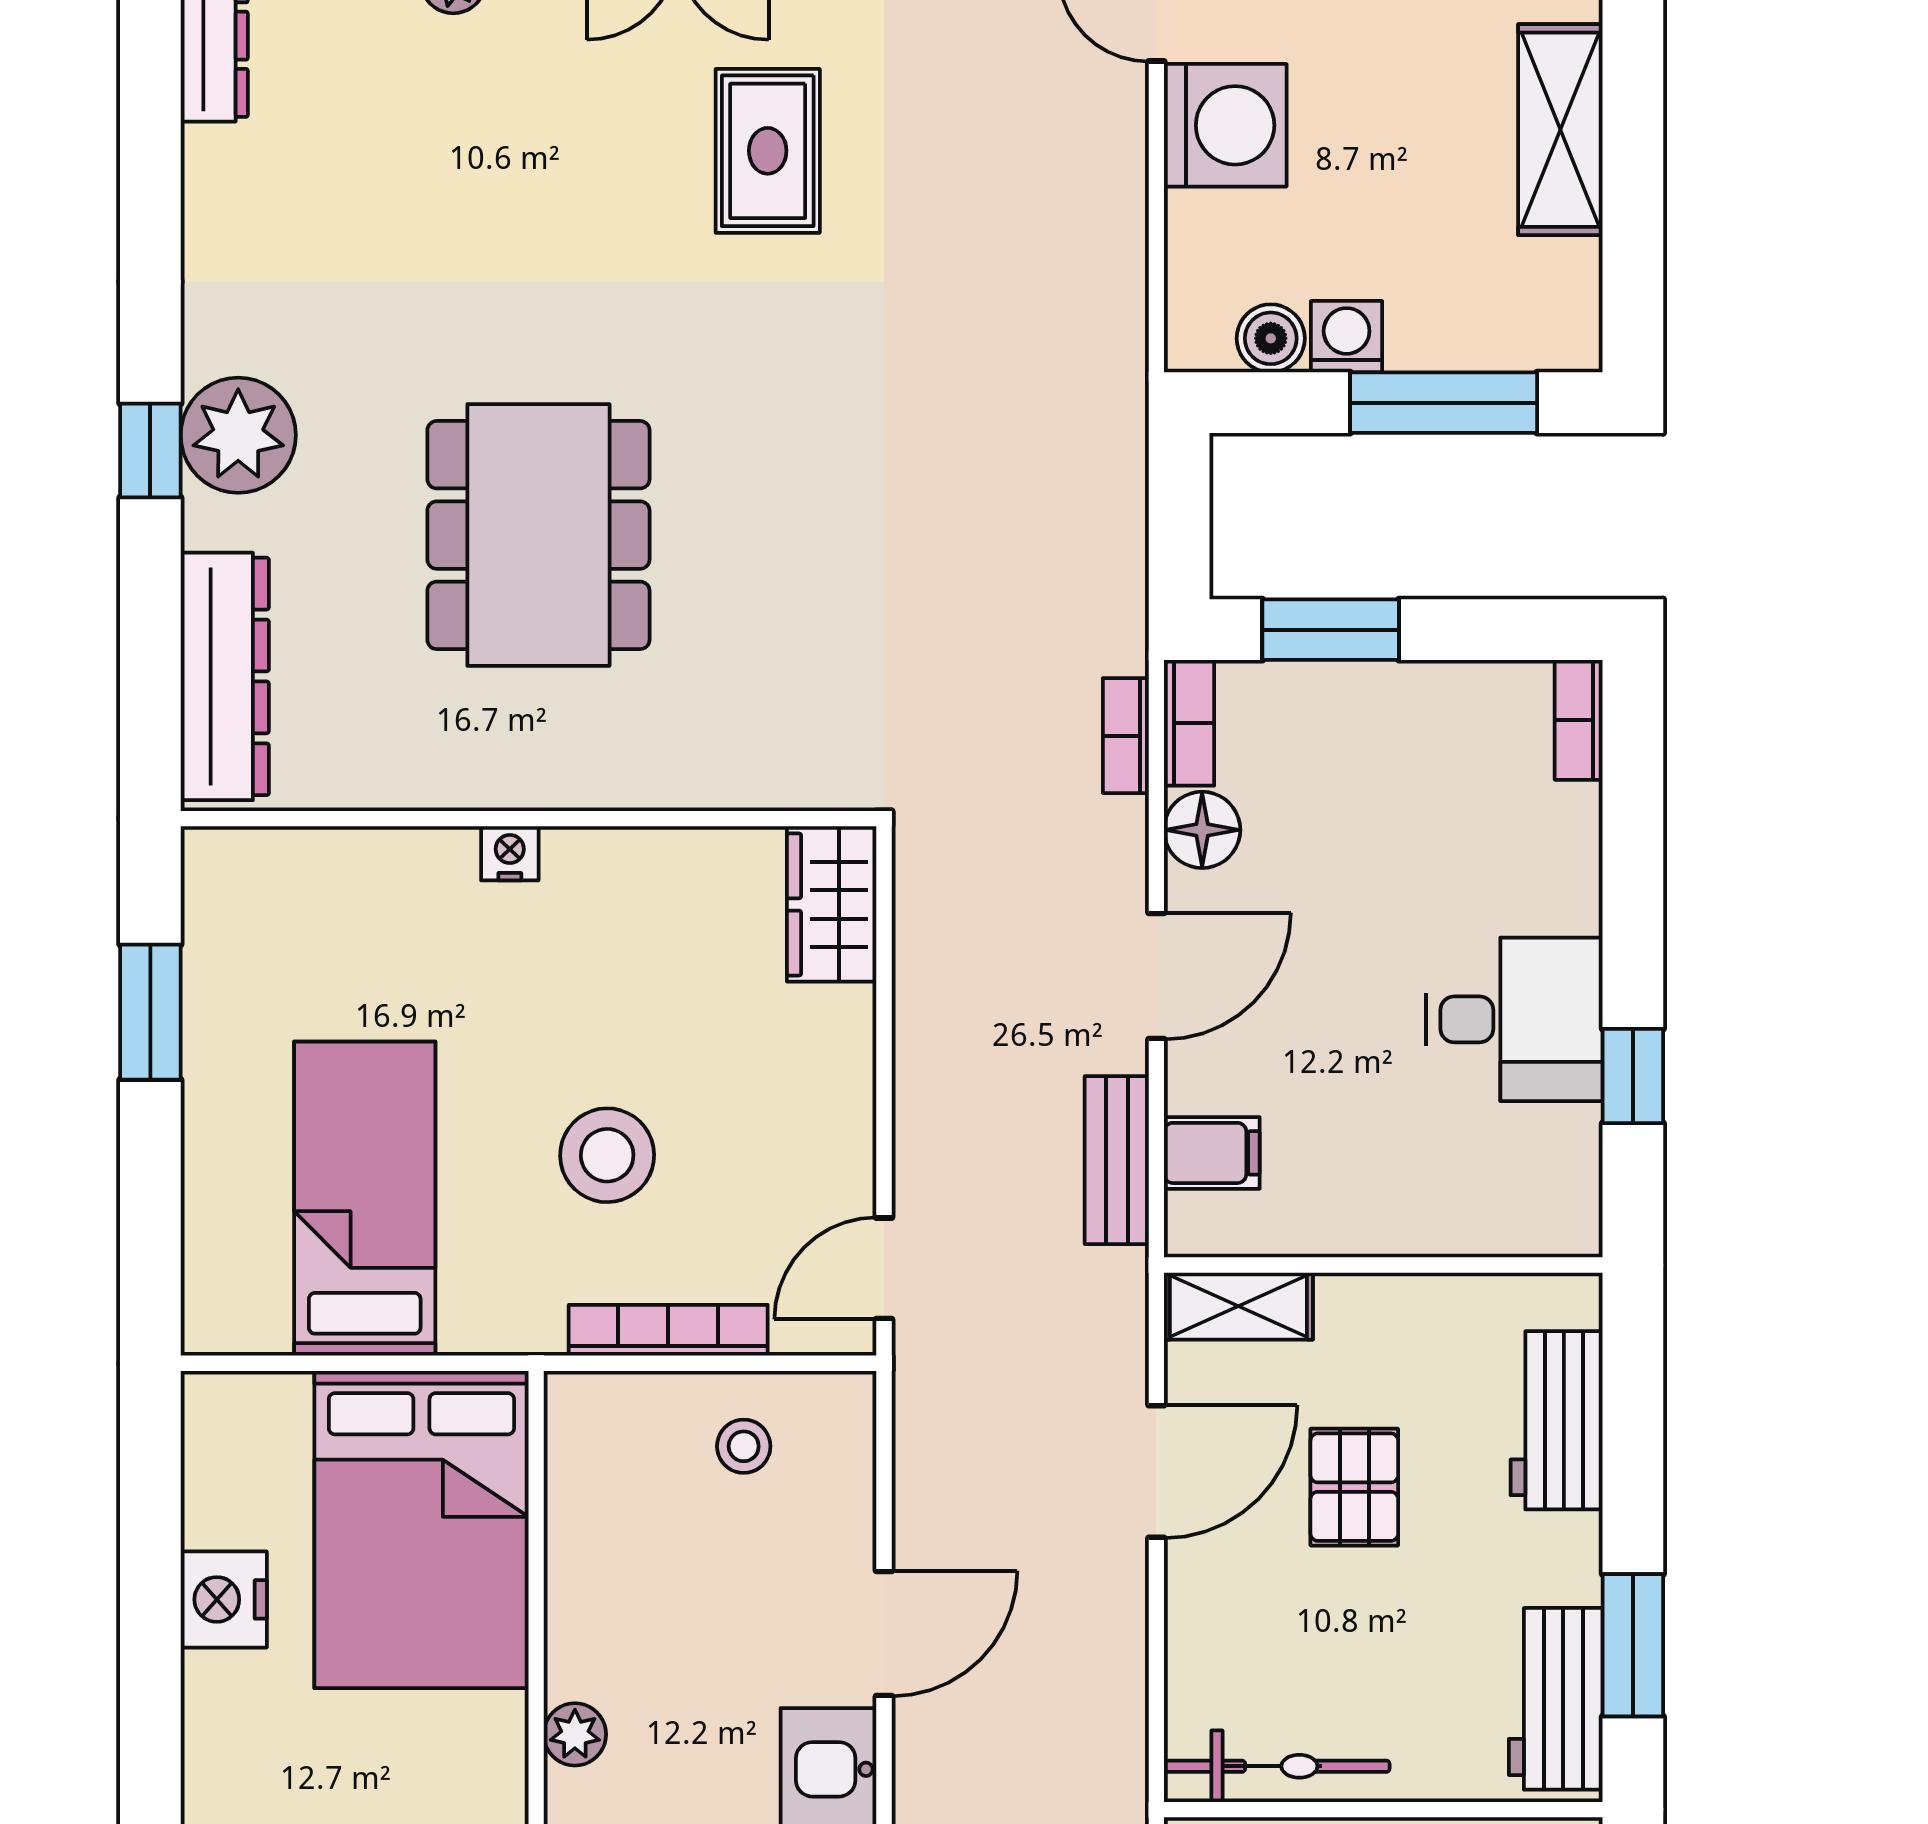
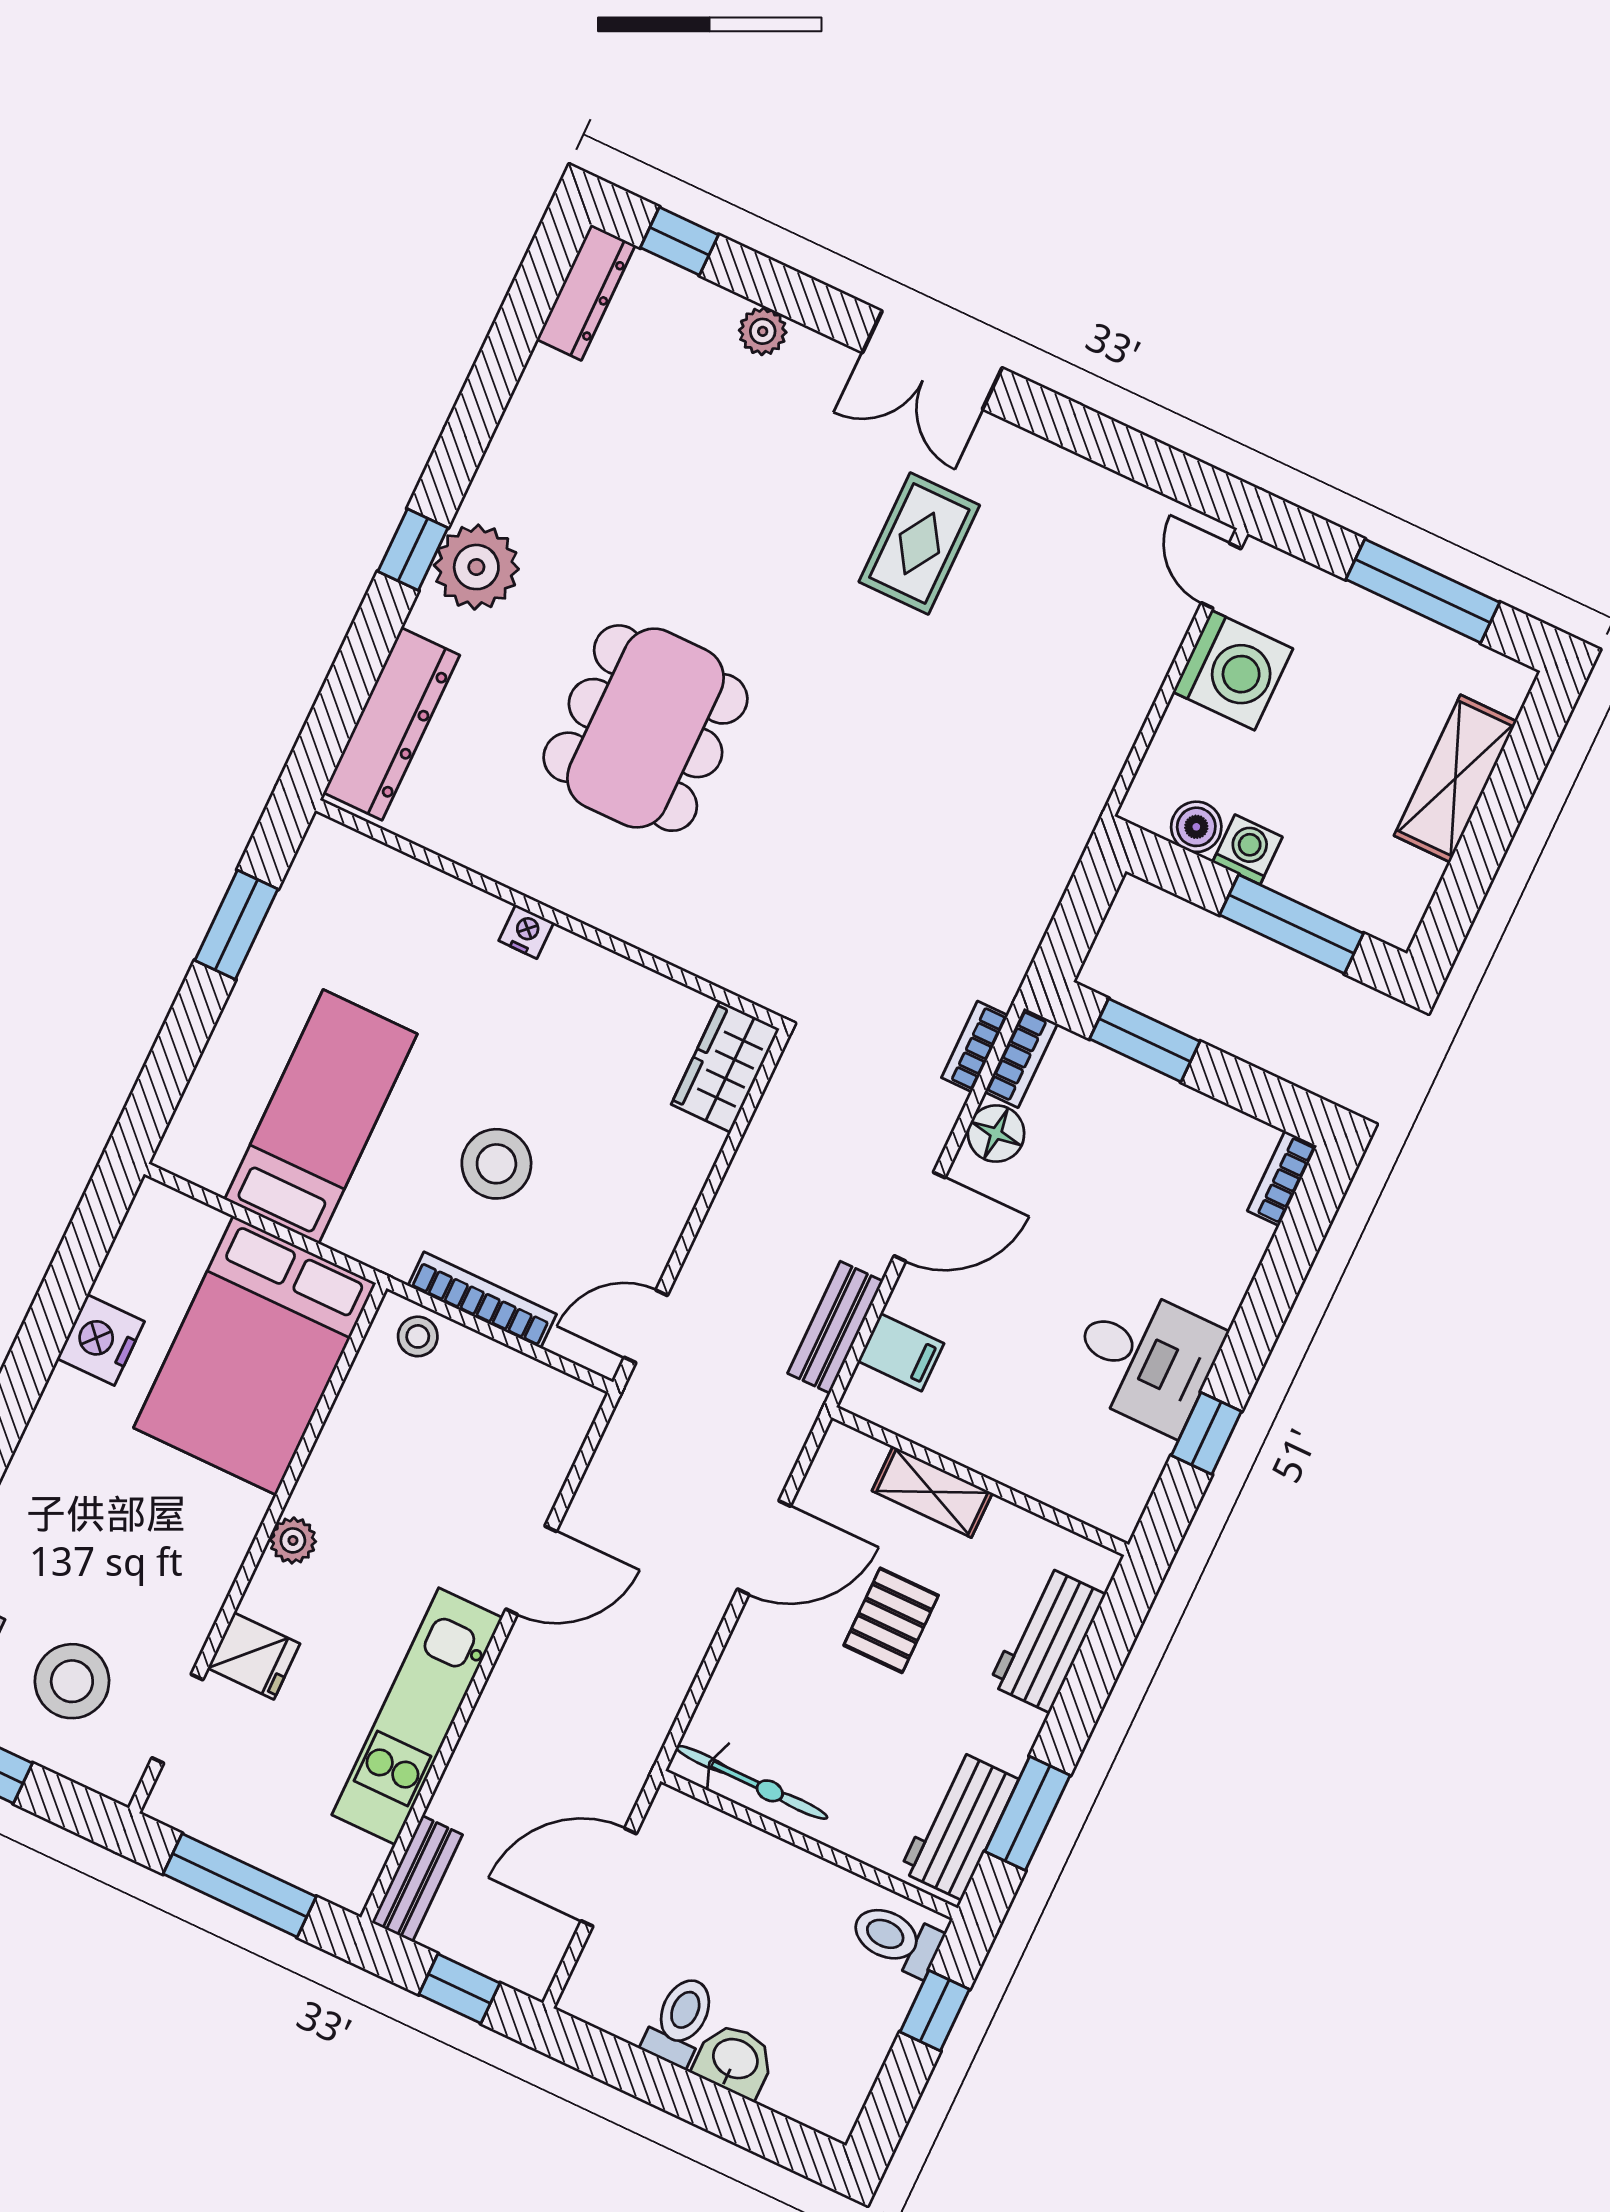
shelving: (1238, 1306) -> (932, 1492), moved
stool: (744, 1446) -> (418, 1336), moved

